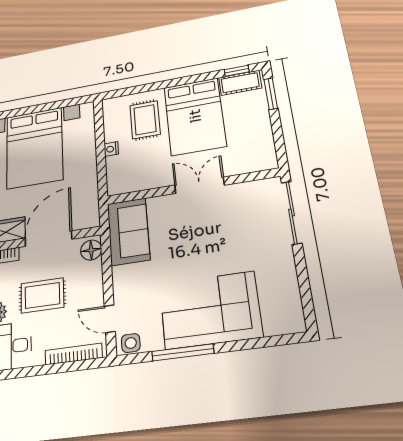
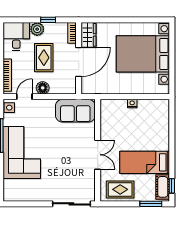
bed: (195, 116) -> (145, 162), width x0.67
rug: (145, 120) -> (120, 189), moved
door: (48, 239) -> (79, 62), hinge flipped
floor lamp: (91, 250) -> (43, 88), moved

